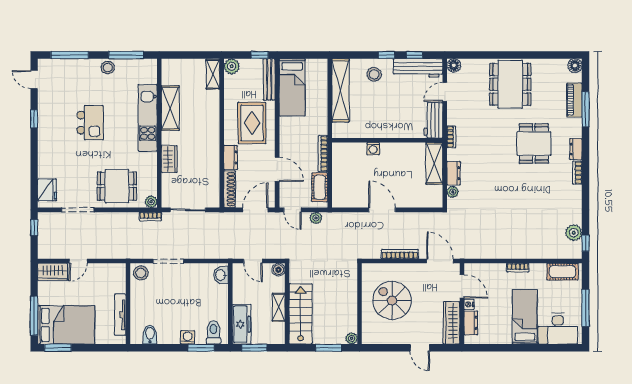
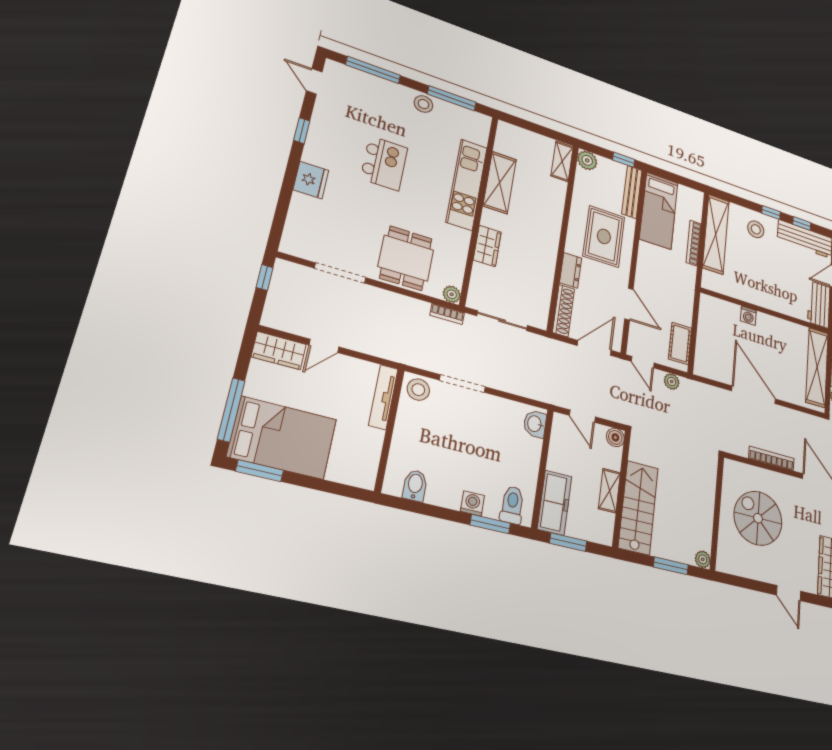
bookcase: (323, 154) -> (694, 243), moved
shelving: (434, 163) -> (817, 367), width x1.47
dining table: (117, 186) -> (406, 258), turned 90
fridge: (47, 190) -> (311, 180), moved
door: (382, 210) -> (754, 395), width x1.36
tv unit: (120, 315) -> (383, 397), moved

